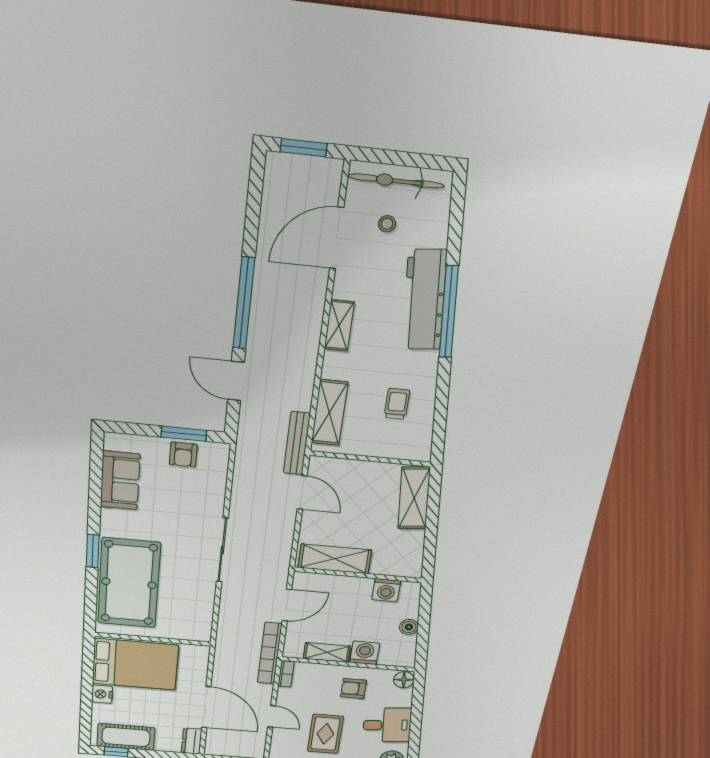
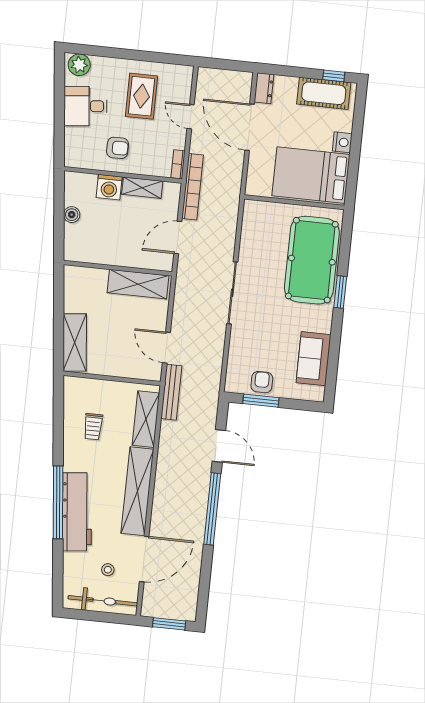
shelving: (339, 325) -> (137, 491), width x2.20, depth x1.33
washing machine: (386, 590) -> (93, 253), removed
floor lamp: (404, 680) -> (73, 158), removed

